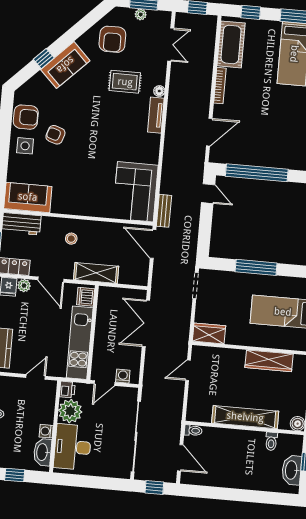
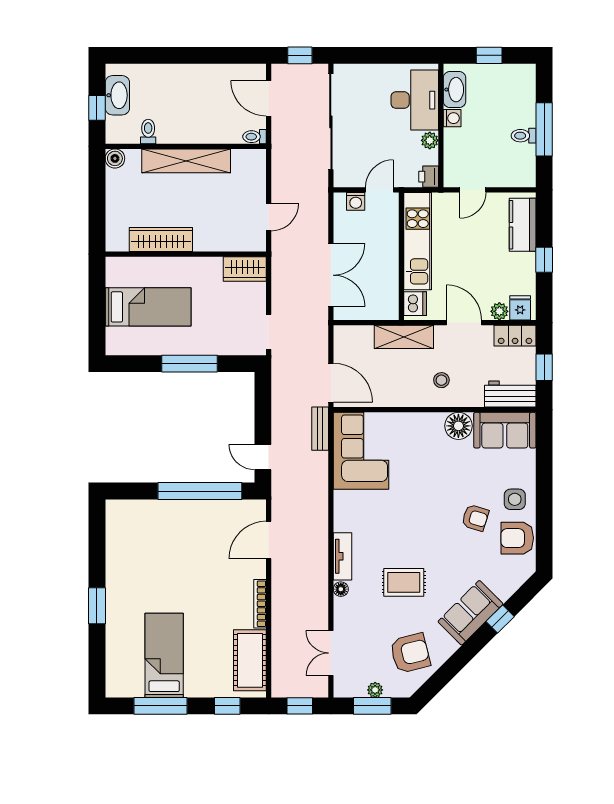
armchair: (112, 39) -> (410, 653), turned 76
rug: (125, 82) -> (404, 582), moved
floor lamp: (62, 204) -> (458, 426), added
plant: (70, 411) -> (430, 140), width x0.53, depth x0.53

